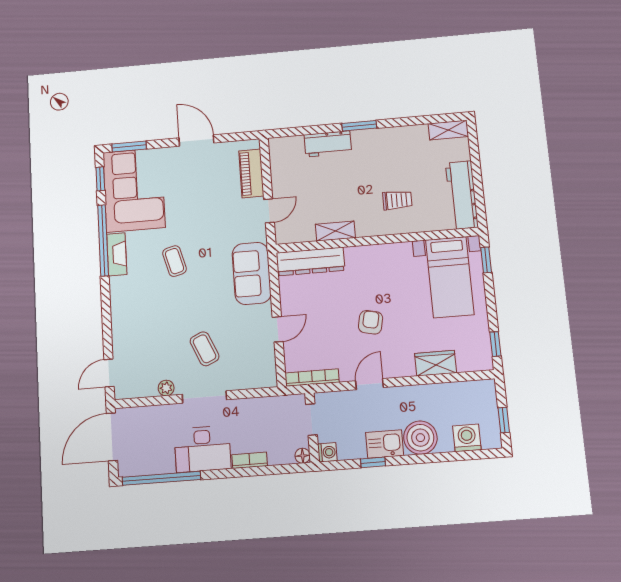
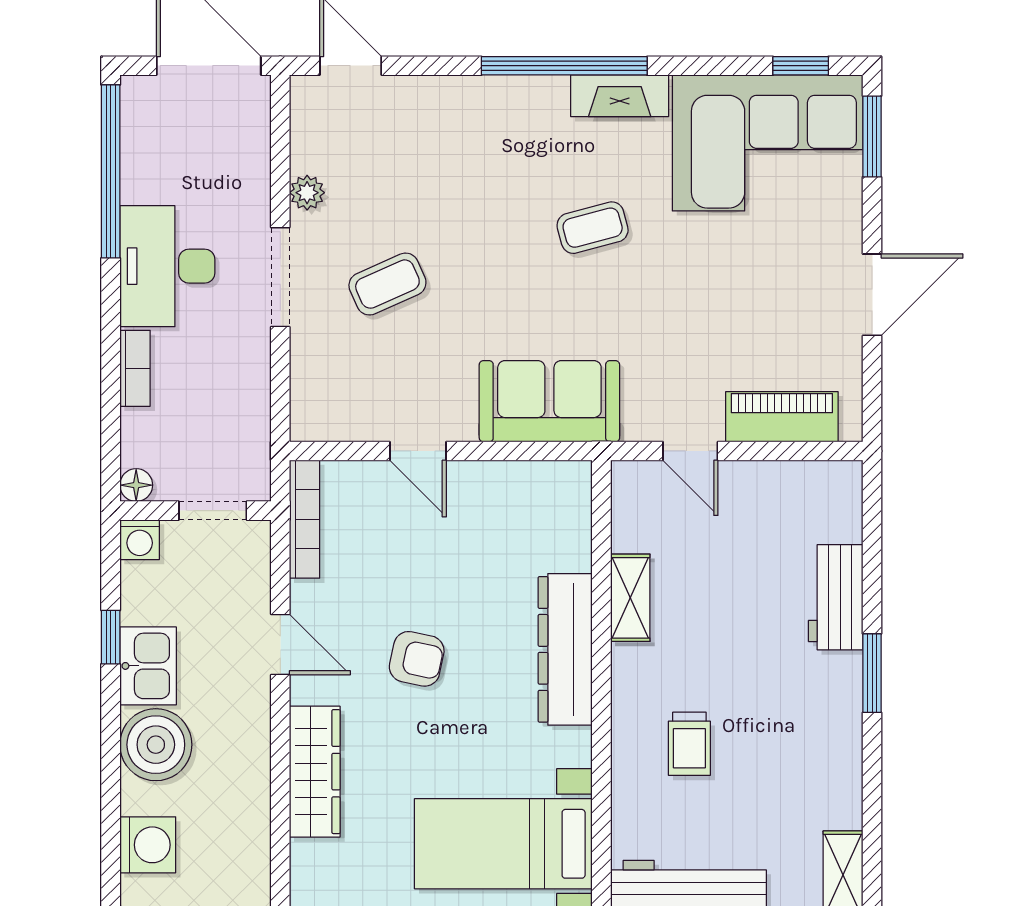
window: (103, 240) -> (564, 66), moved
dresser: (310, 262) -> (565, 649), moved
wardrobe: (436, 363) -> (315, 772), width x1.50

